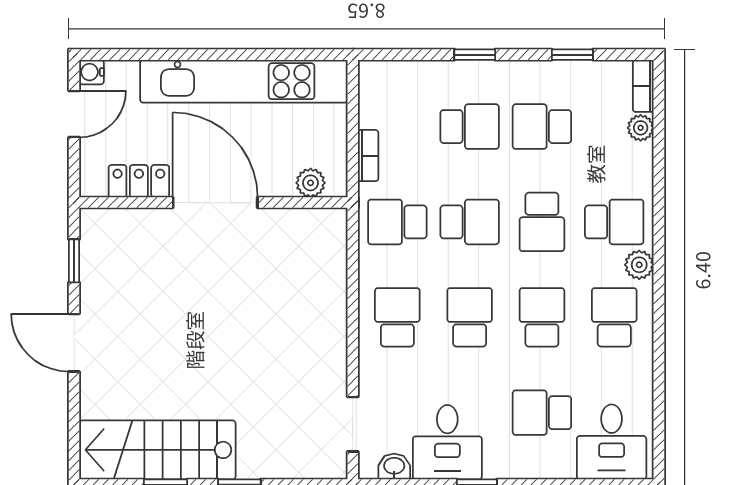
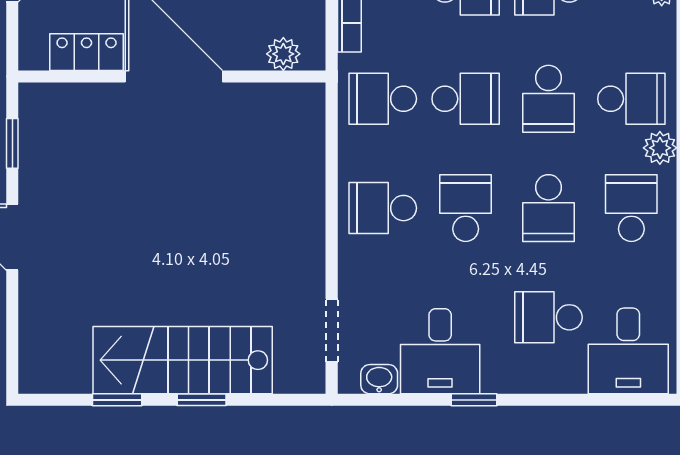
school desk: (397, 317) -> (383, 208), turned -90
school desk: (542, 317) -> (548, 208), turned 180
stairs: (157, 450) -> (183, 360), moved

